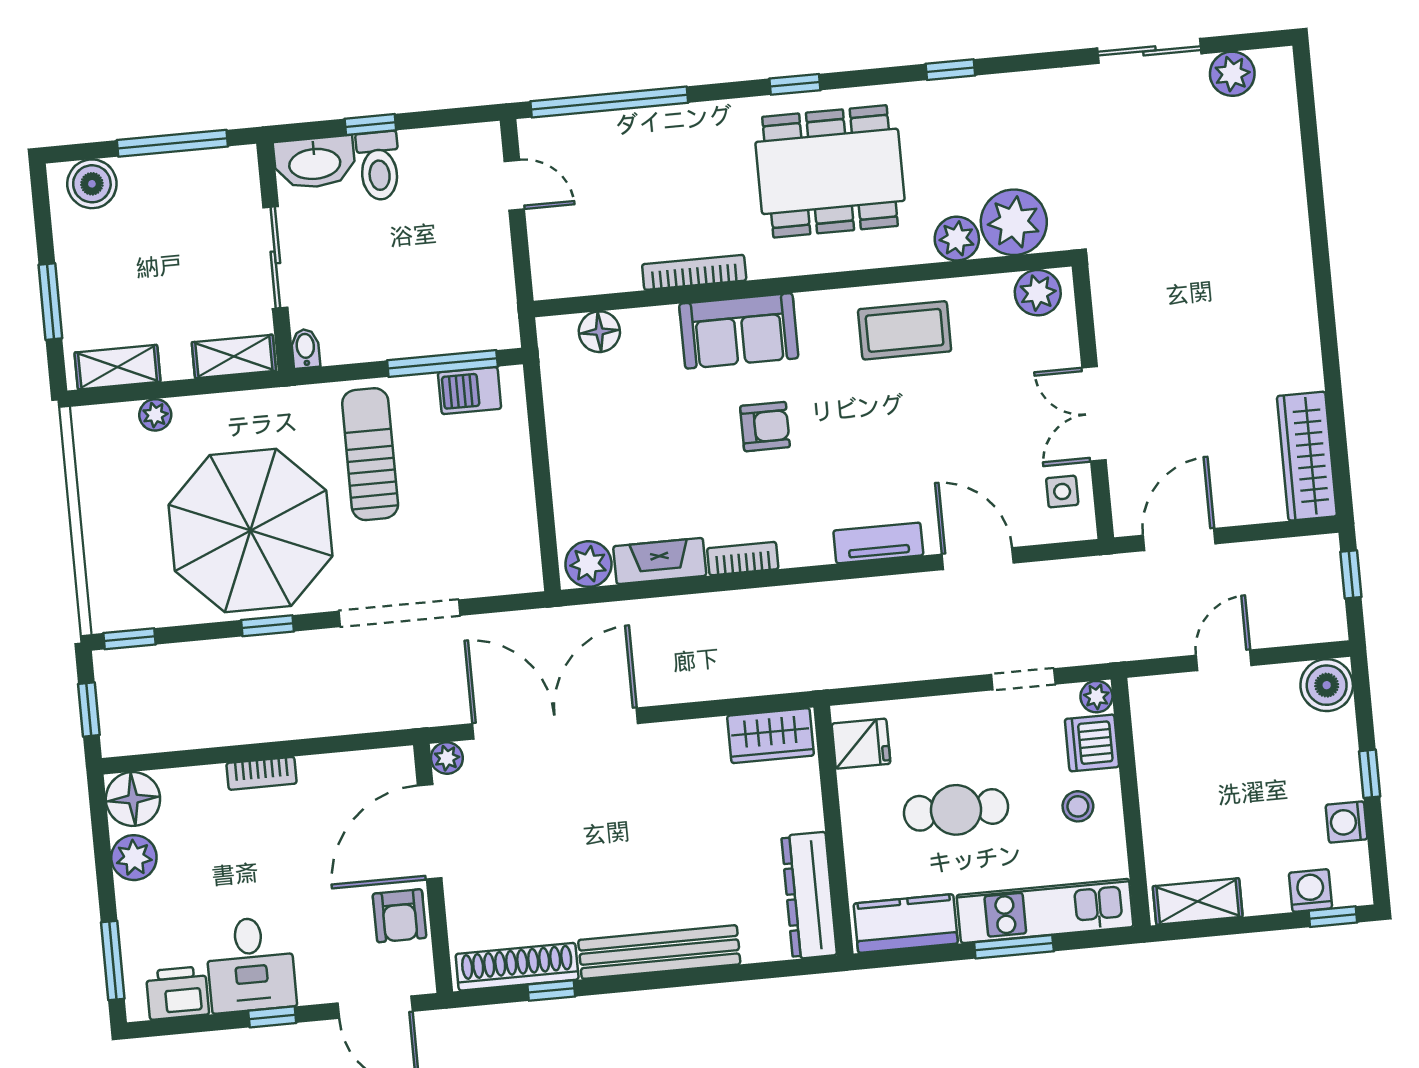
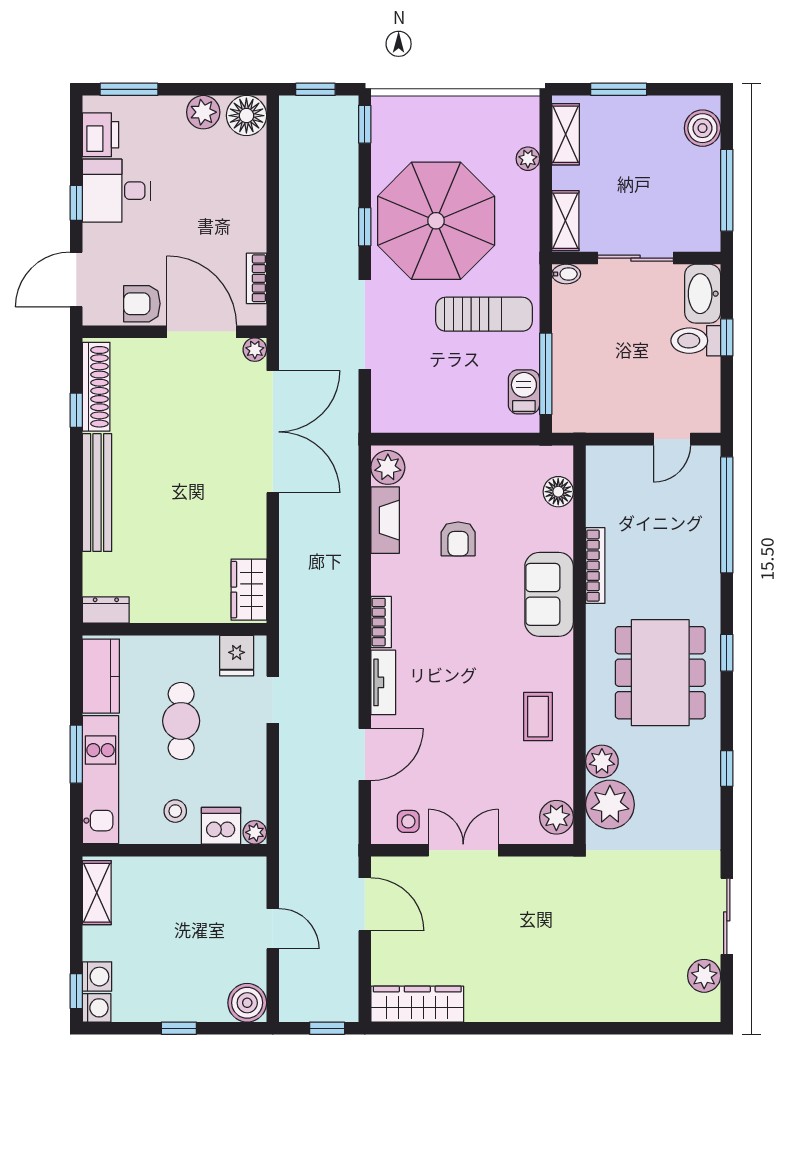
coffee table: (905, 330) -> (538, 717), width x0.73, depth x0.77
armchair: (765, 427) -> (458, 539), moved
bookcase: (743, 559) -> (381, 622), moved
doorway: (1023, 679) -> (273, 700), moved
bookcase: (262, 773) -> (256, 278), moved
washing machine: (1347, 822) -> (97, 1008), moved, turned 90
dresser: (809, 895) -> (106, 610), width x0.51, depth x0.80

